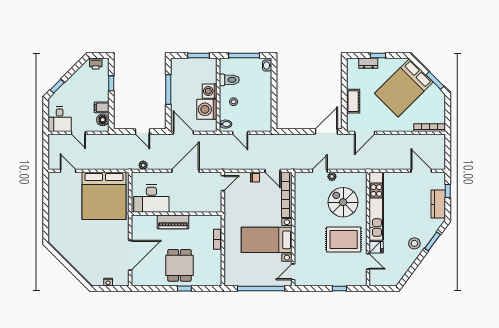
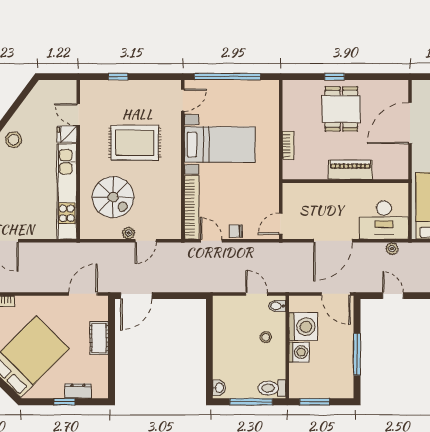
toilet: (229, 80) -> (272, 388), moved
desk: (151, 199) -> (384, 220), moved, turned 180
rug: (344, 239) -> (135, 143), moved

